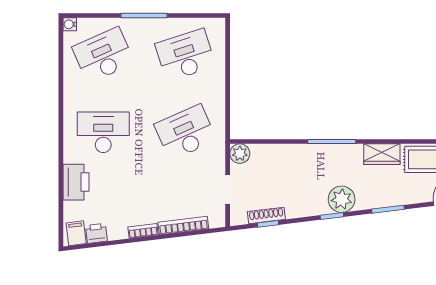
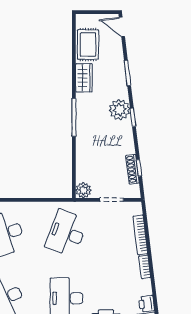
desk: (185, 132) -> (67, 233), turned 45

